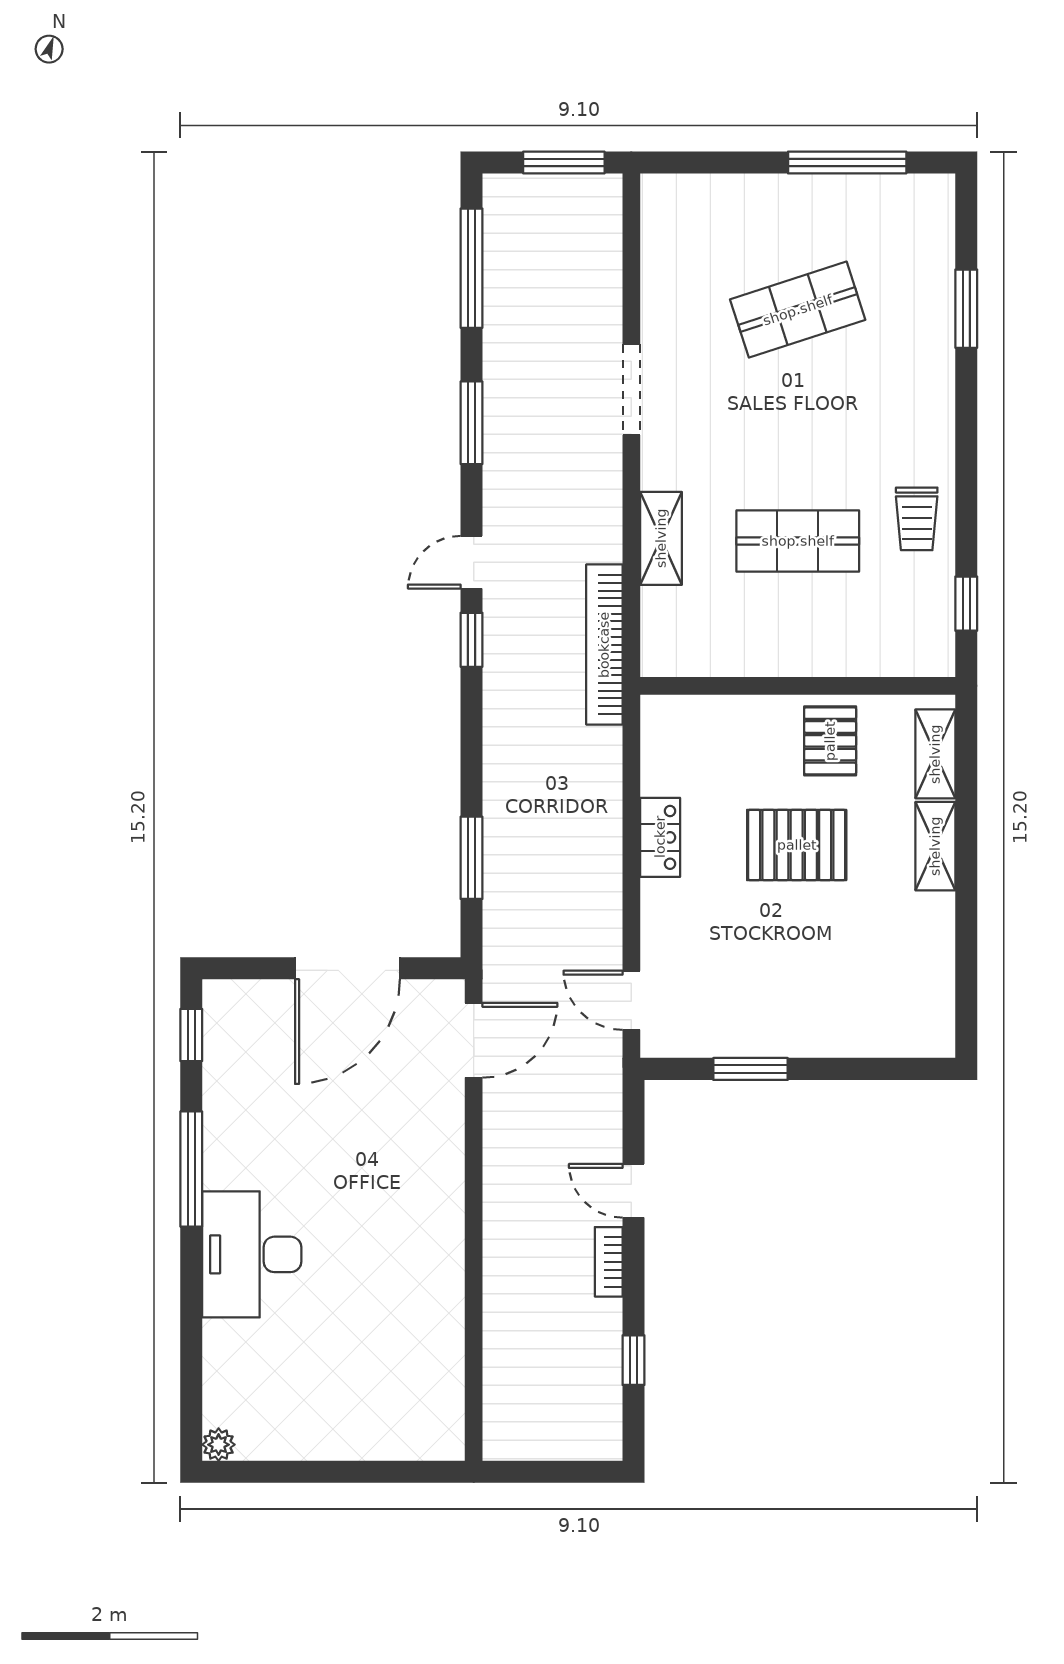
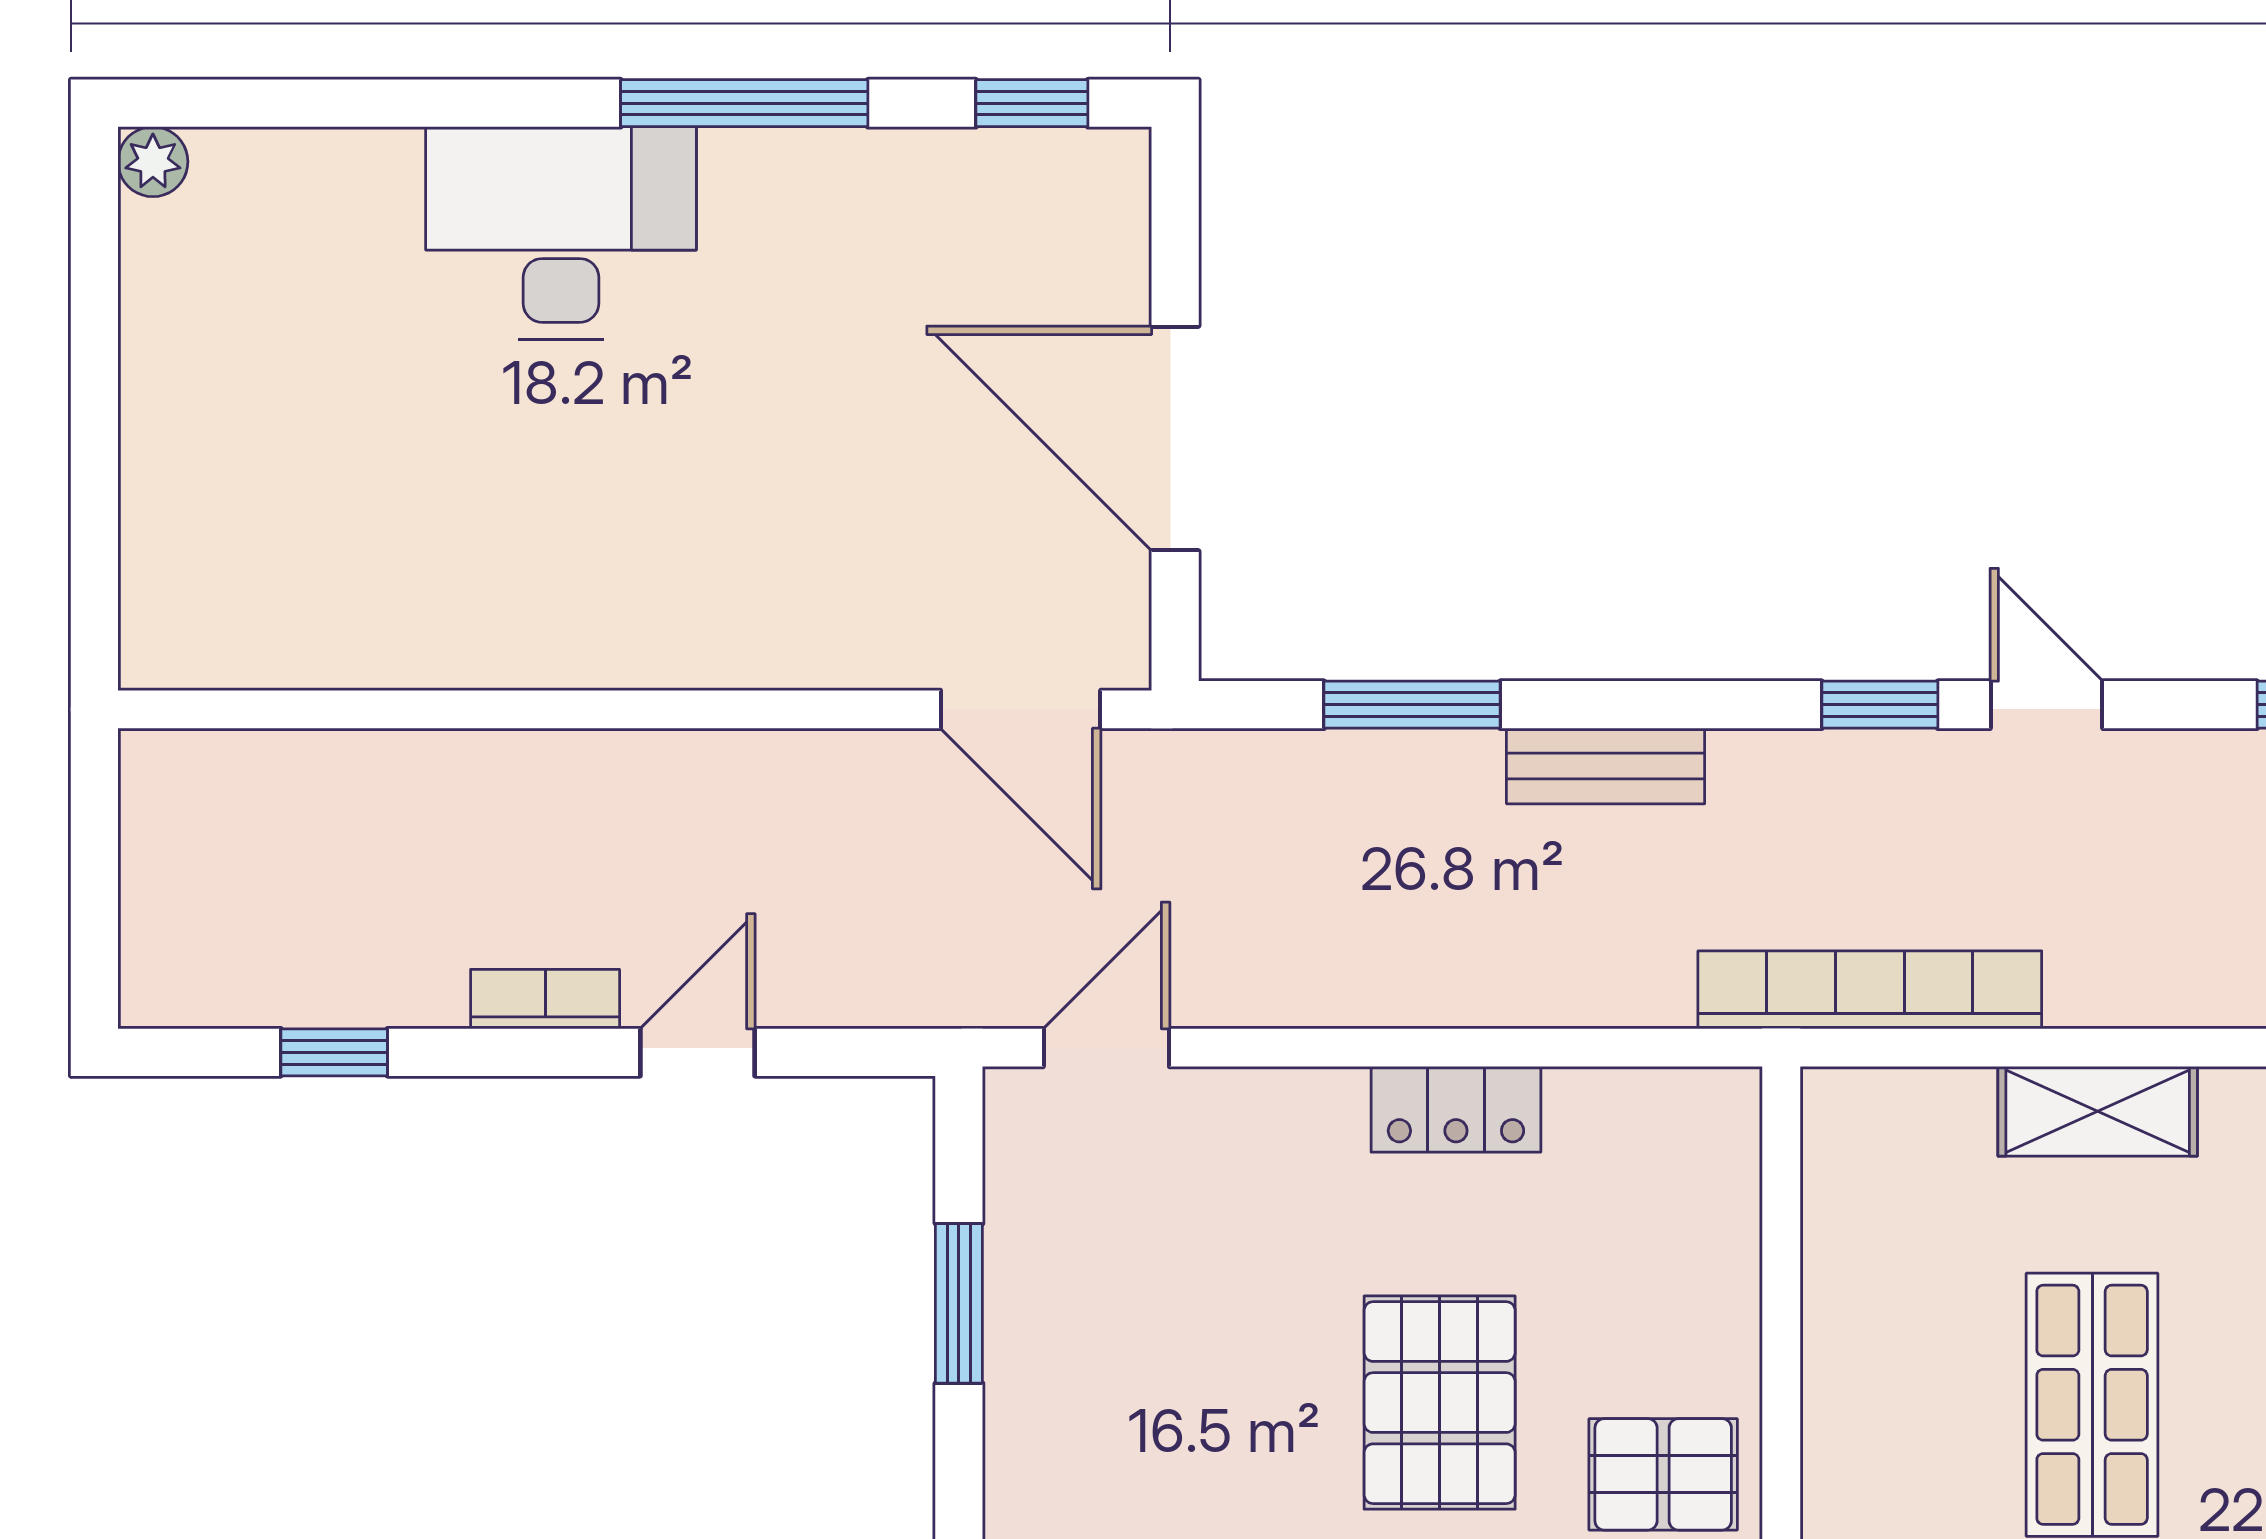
bench: (500, 768) -> (1606, 766), added

